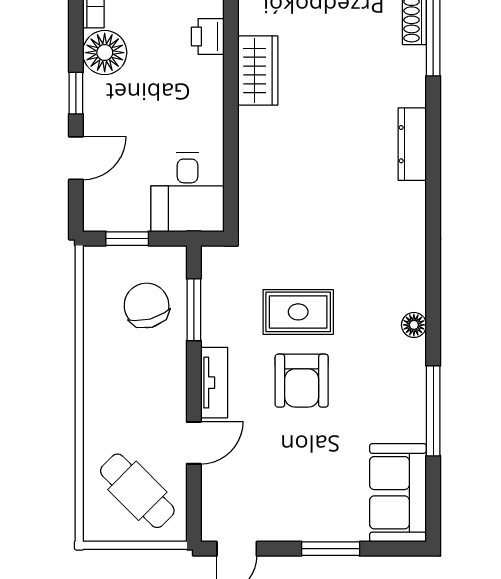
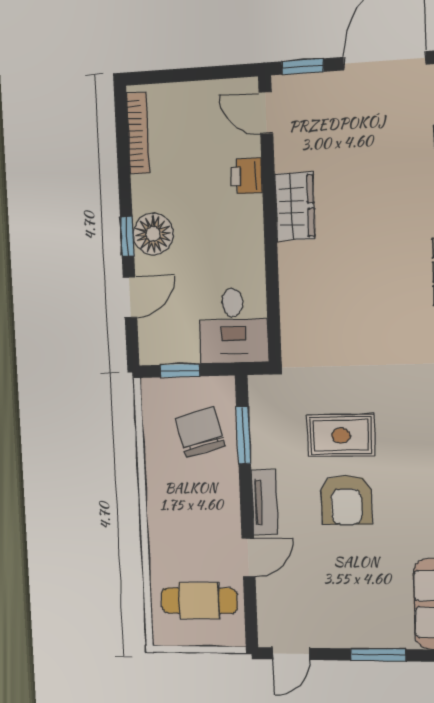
floor lamp: (105, 53) -> (153, 234), moved
cafe table: (137, 491) -> (199, 601), turned -45

